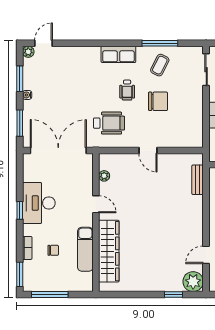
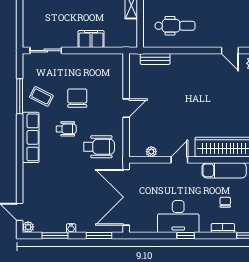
row of seats: (118, 54) -> (31, 137), width x1.48
wheelchair: (109, 123) -> (99, 147), turned 90

